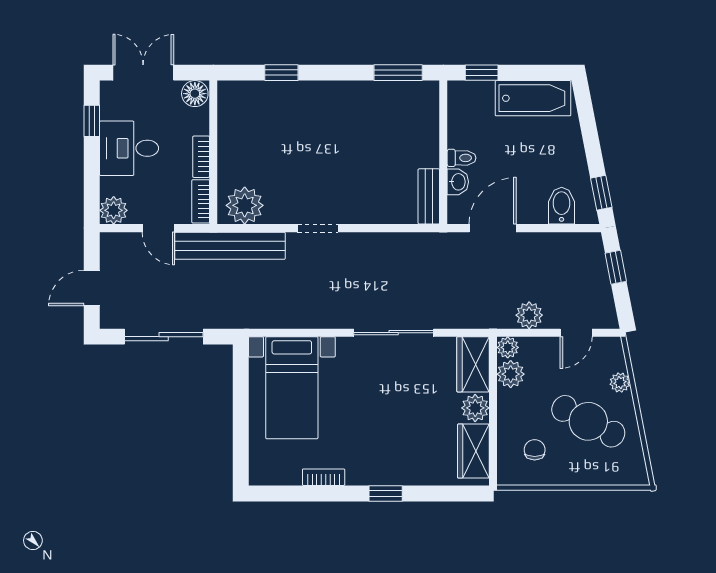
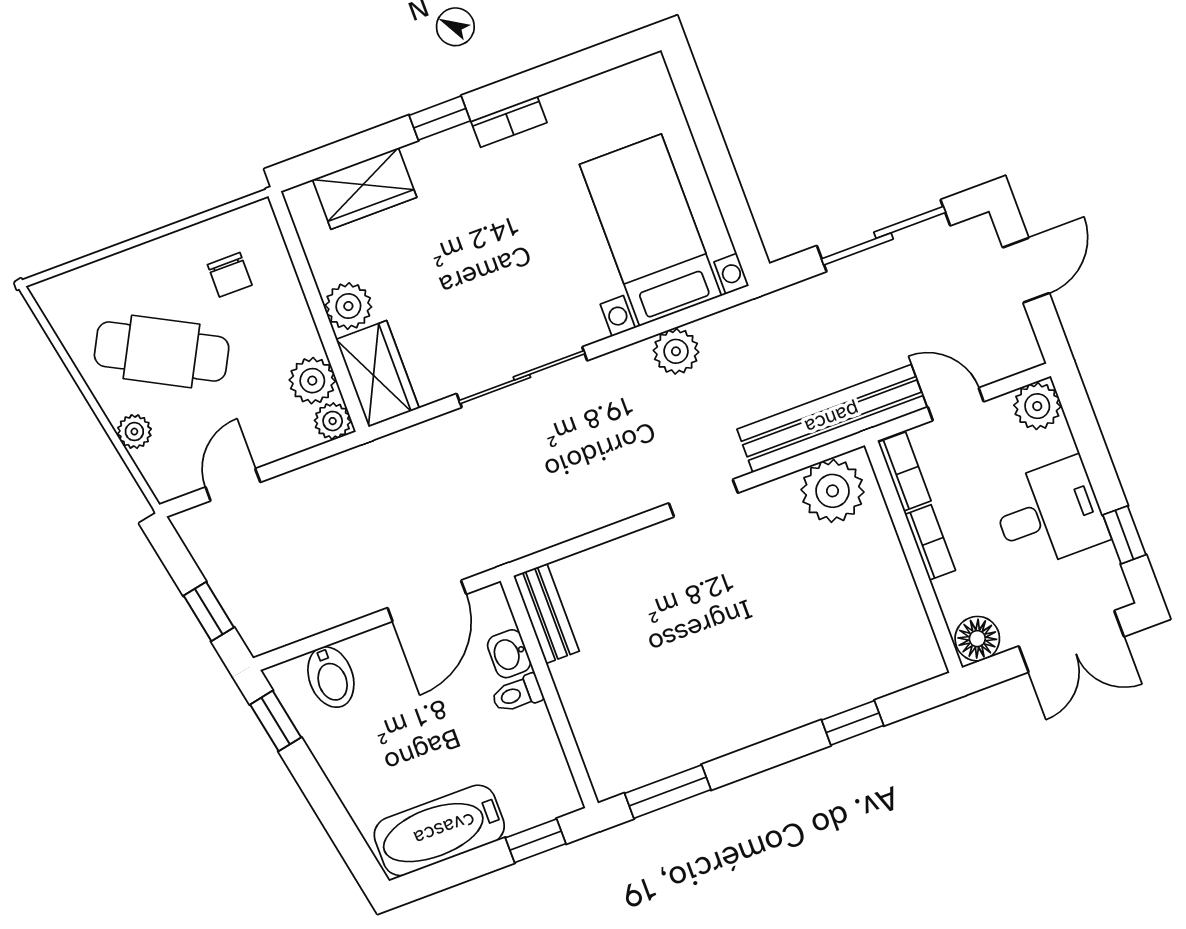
plant: (529, 315) -> (676, 351), moved
wardrobe: (473, 451) -> (365, 189), moved, turned 90
bookcase: (324, 477) -> (509, 122), moved

